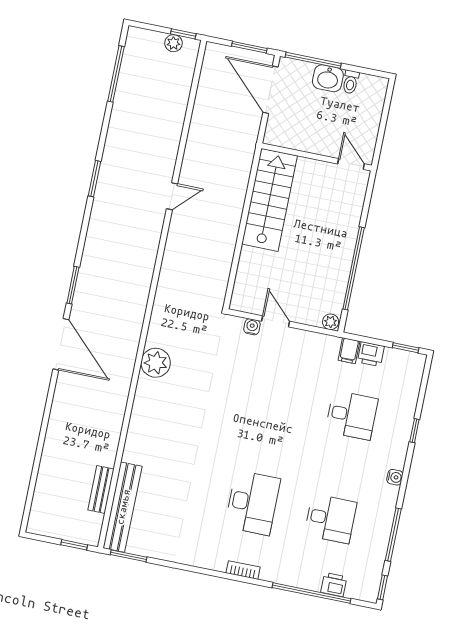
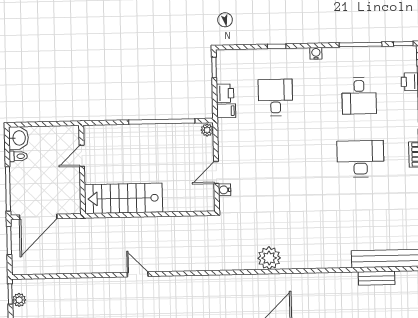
washbasin: (328, 78) -> (19, 138), moved
door: (351, 164) -> (82, 156), moved
desk: (330, 519) -> (359, 96), turned 180

